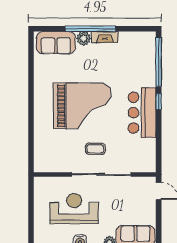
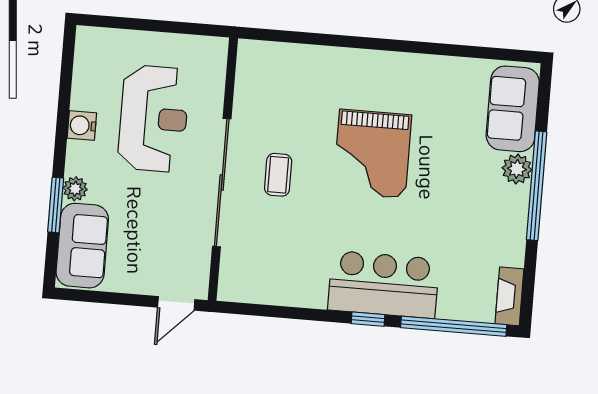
fireplace: (105, 37) -> (509, 296), moved
grand piano: (82, 106) -> (372, 154), width x0.73, depth x0.68
bar counter: (142, 113) -> (383, 285), moved

